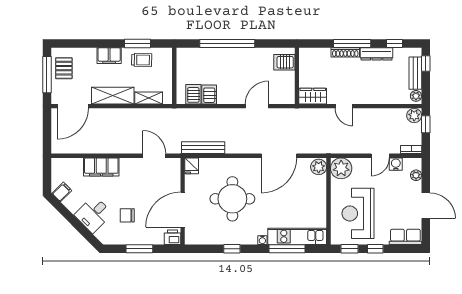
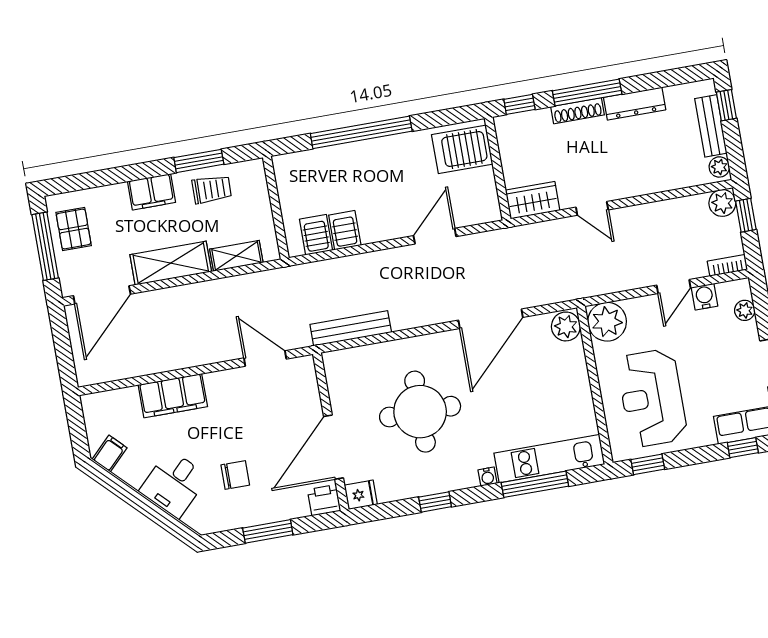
window: (394, 43) -> (519, 104), moved
server rack: (284, 62) -> (462, 149), width x1.36, depth x1.44
fridge: (192, 166) -> (361, 495), moved, turned -90
chair: (127, 215) -> (235, 475), turned 180
window: (375, 249) -> (743, 448), moved

